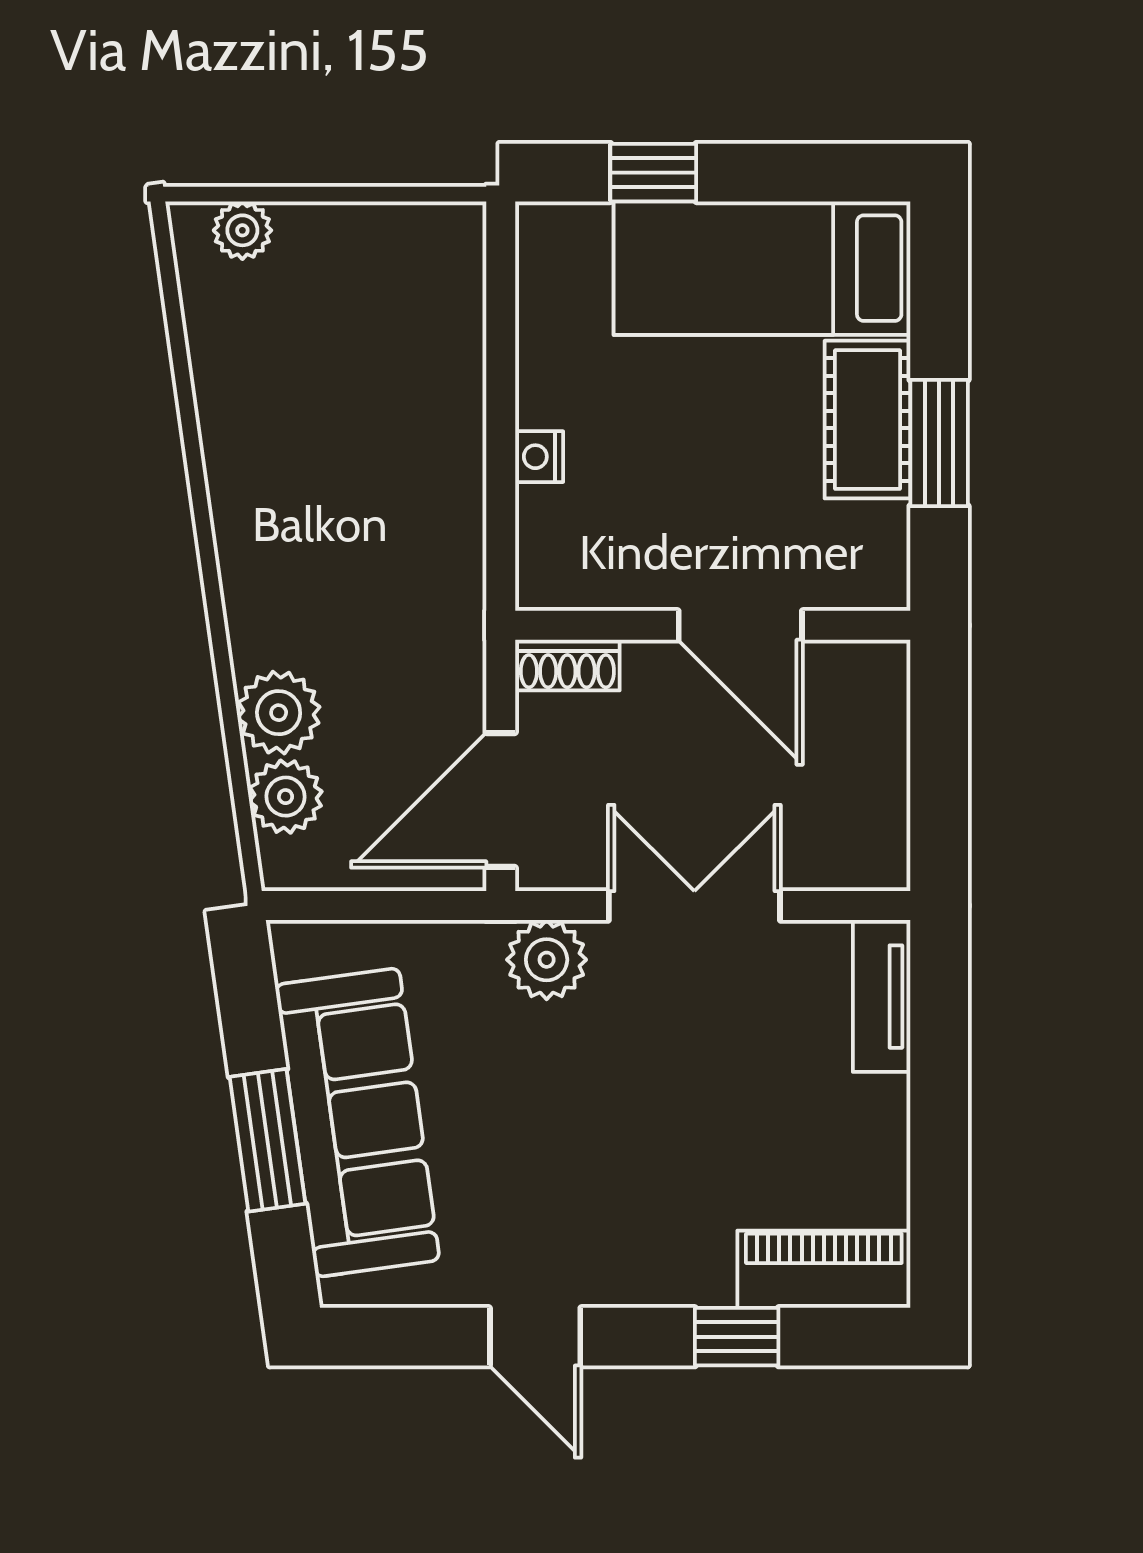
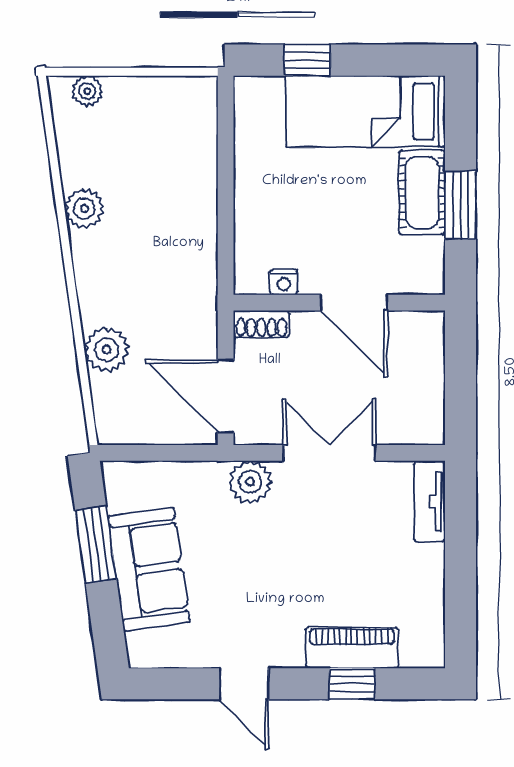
nightstand: (539, 457) -> (284, 282), moved, turned -90
plant: (286, 797) -> (84, 208), moved
door: (501, 800) -> (226, 396), hinge flipped
sofa: (357, 1122) -> (149, 569), width x0.73
window: (267, 1140) -> (96, 544), moved
piano: (824, 1269) -> (352, 648), moved

